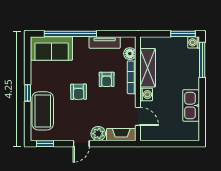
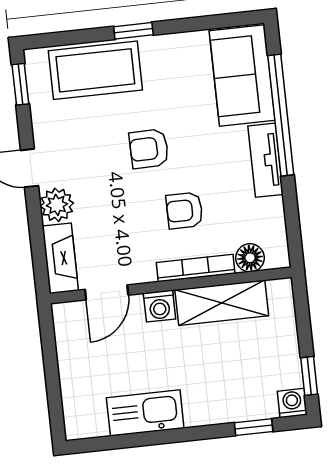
window: (183, 34) -> (309, 376), width x0.67
tv unit: (105, 42) -> (265, 160), moved
window: (202, 60) -> (254, 427), width x0.46

